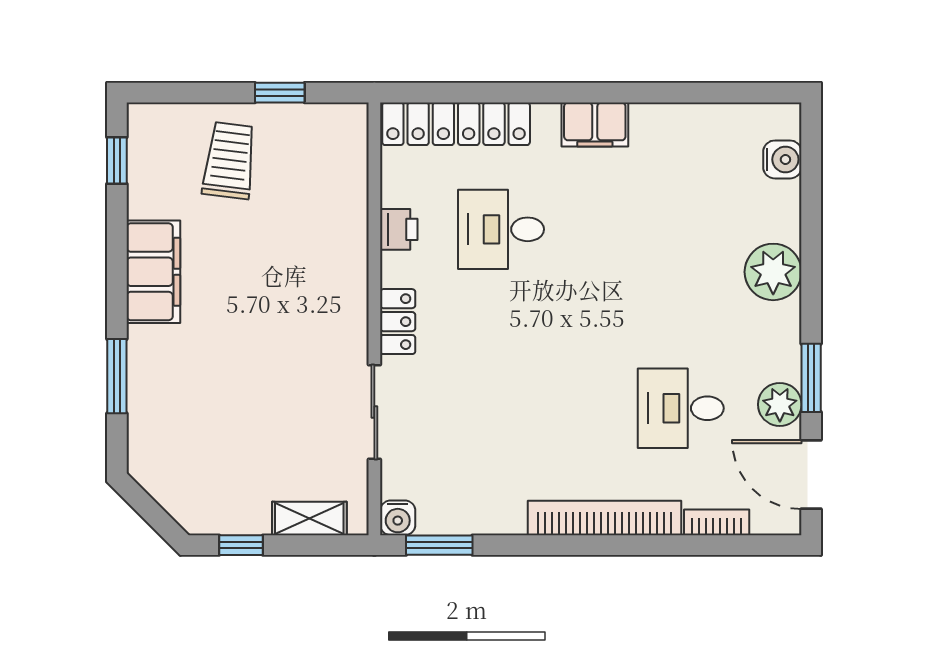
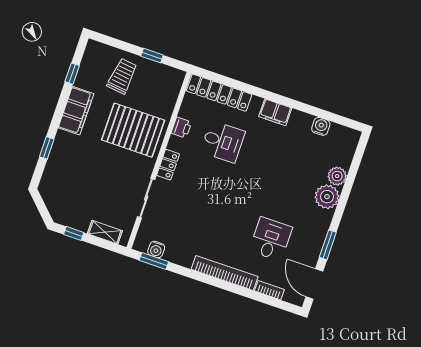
water cooler: (782, 159) -> (321, 126), moved, turned -90
window: (117, 161) -> (72, 74), moved
desk: (501, 229) -> (223, 142), turned 180
pallet: (294, 271) -> (133, 130), added
window: (117, 376) -> (47, 148), width x0.67
plant: (780, 404) -> (337, 176), moved
desk: (681, 408) -> (271, 239), turned 90
water cooler: (398, 518) -> (156, 249), moved

